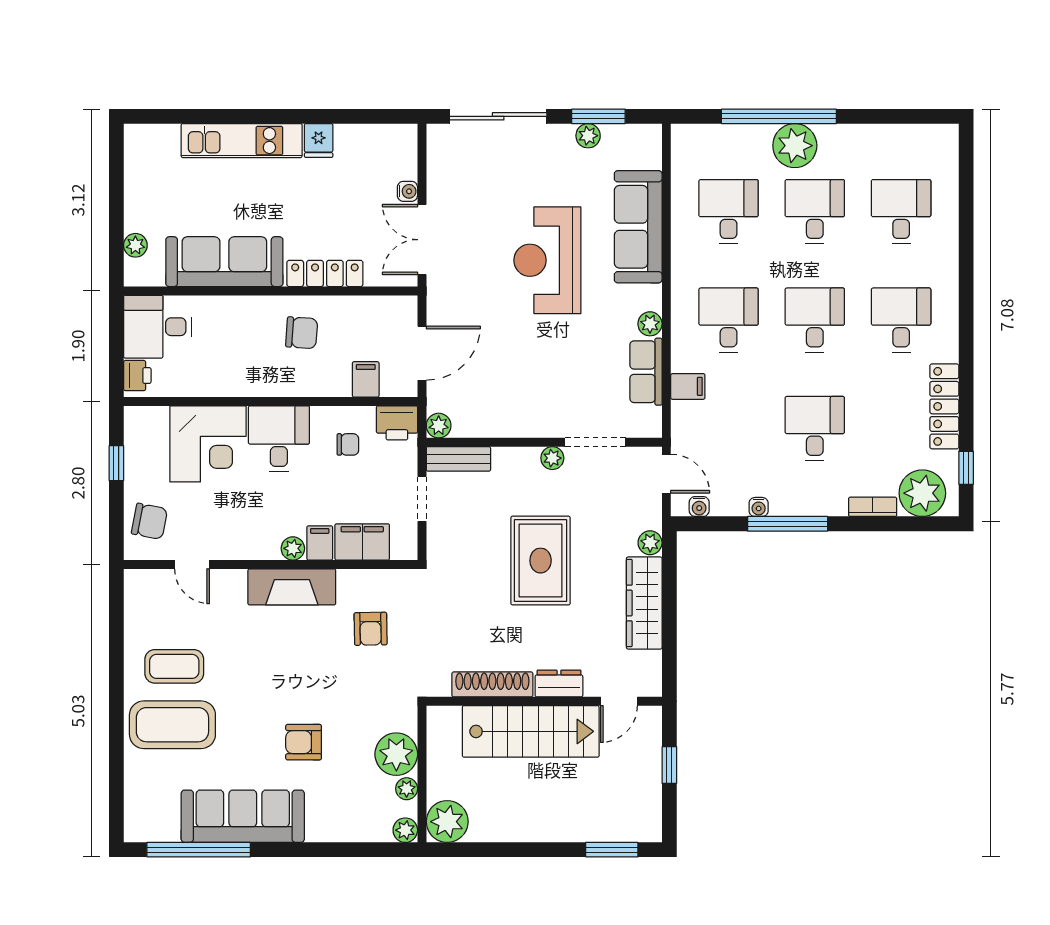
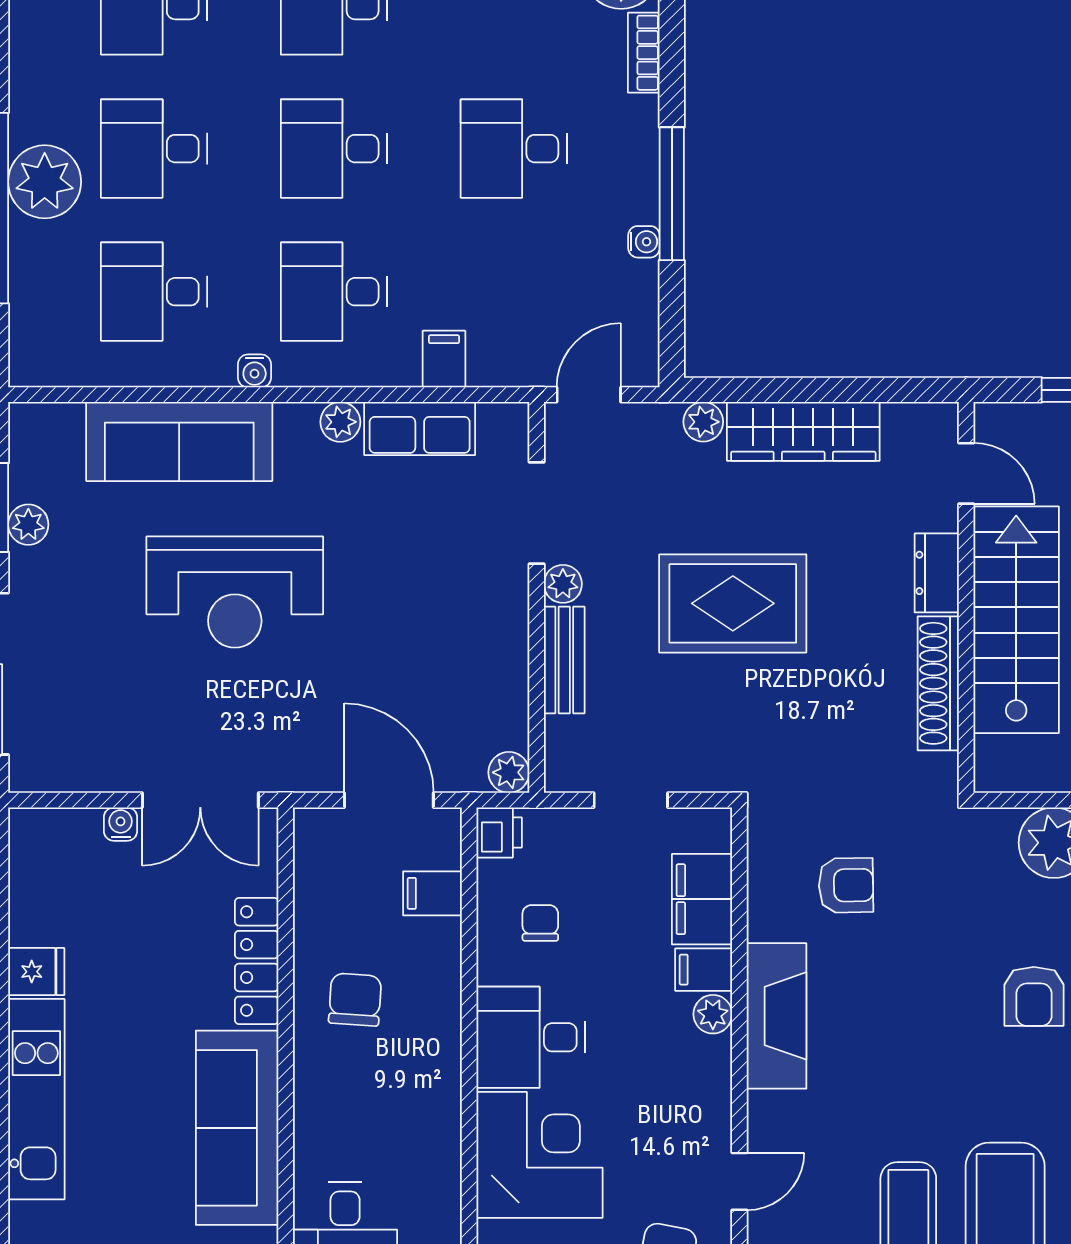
printer: (397, 423) -> (499, 832), width x0.73, depth x0.81
bench: (458, 459) -> (564, 660), moved
water cooler: (699, 506) -> (255, 371), moved, turned 90

